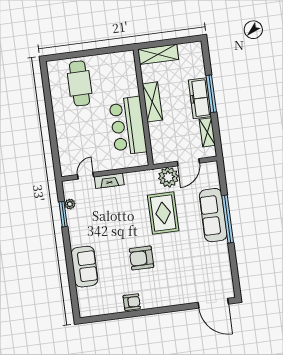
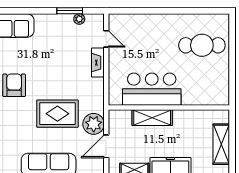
shelving: (158, 54) -> (221, 144), moved
shelving: (152, 102) -> (152, 118), moved
door: (188, 162) -> (106, 146), hinge flipped

